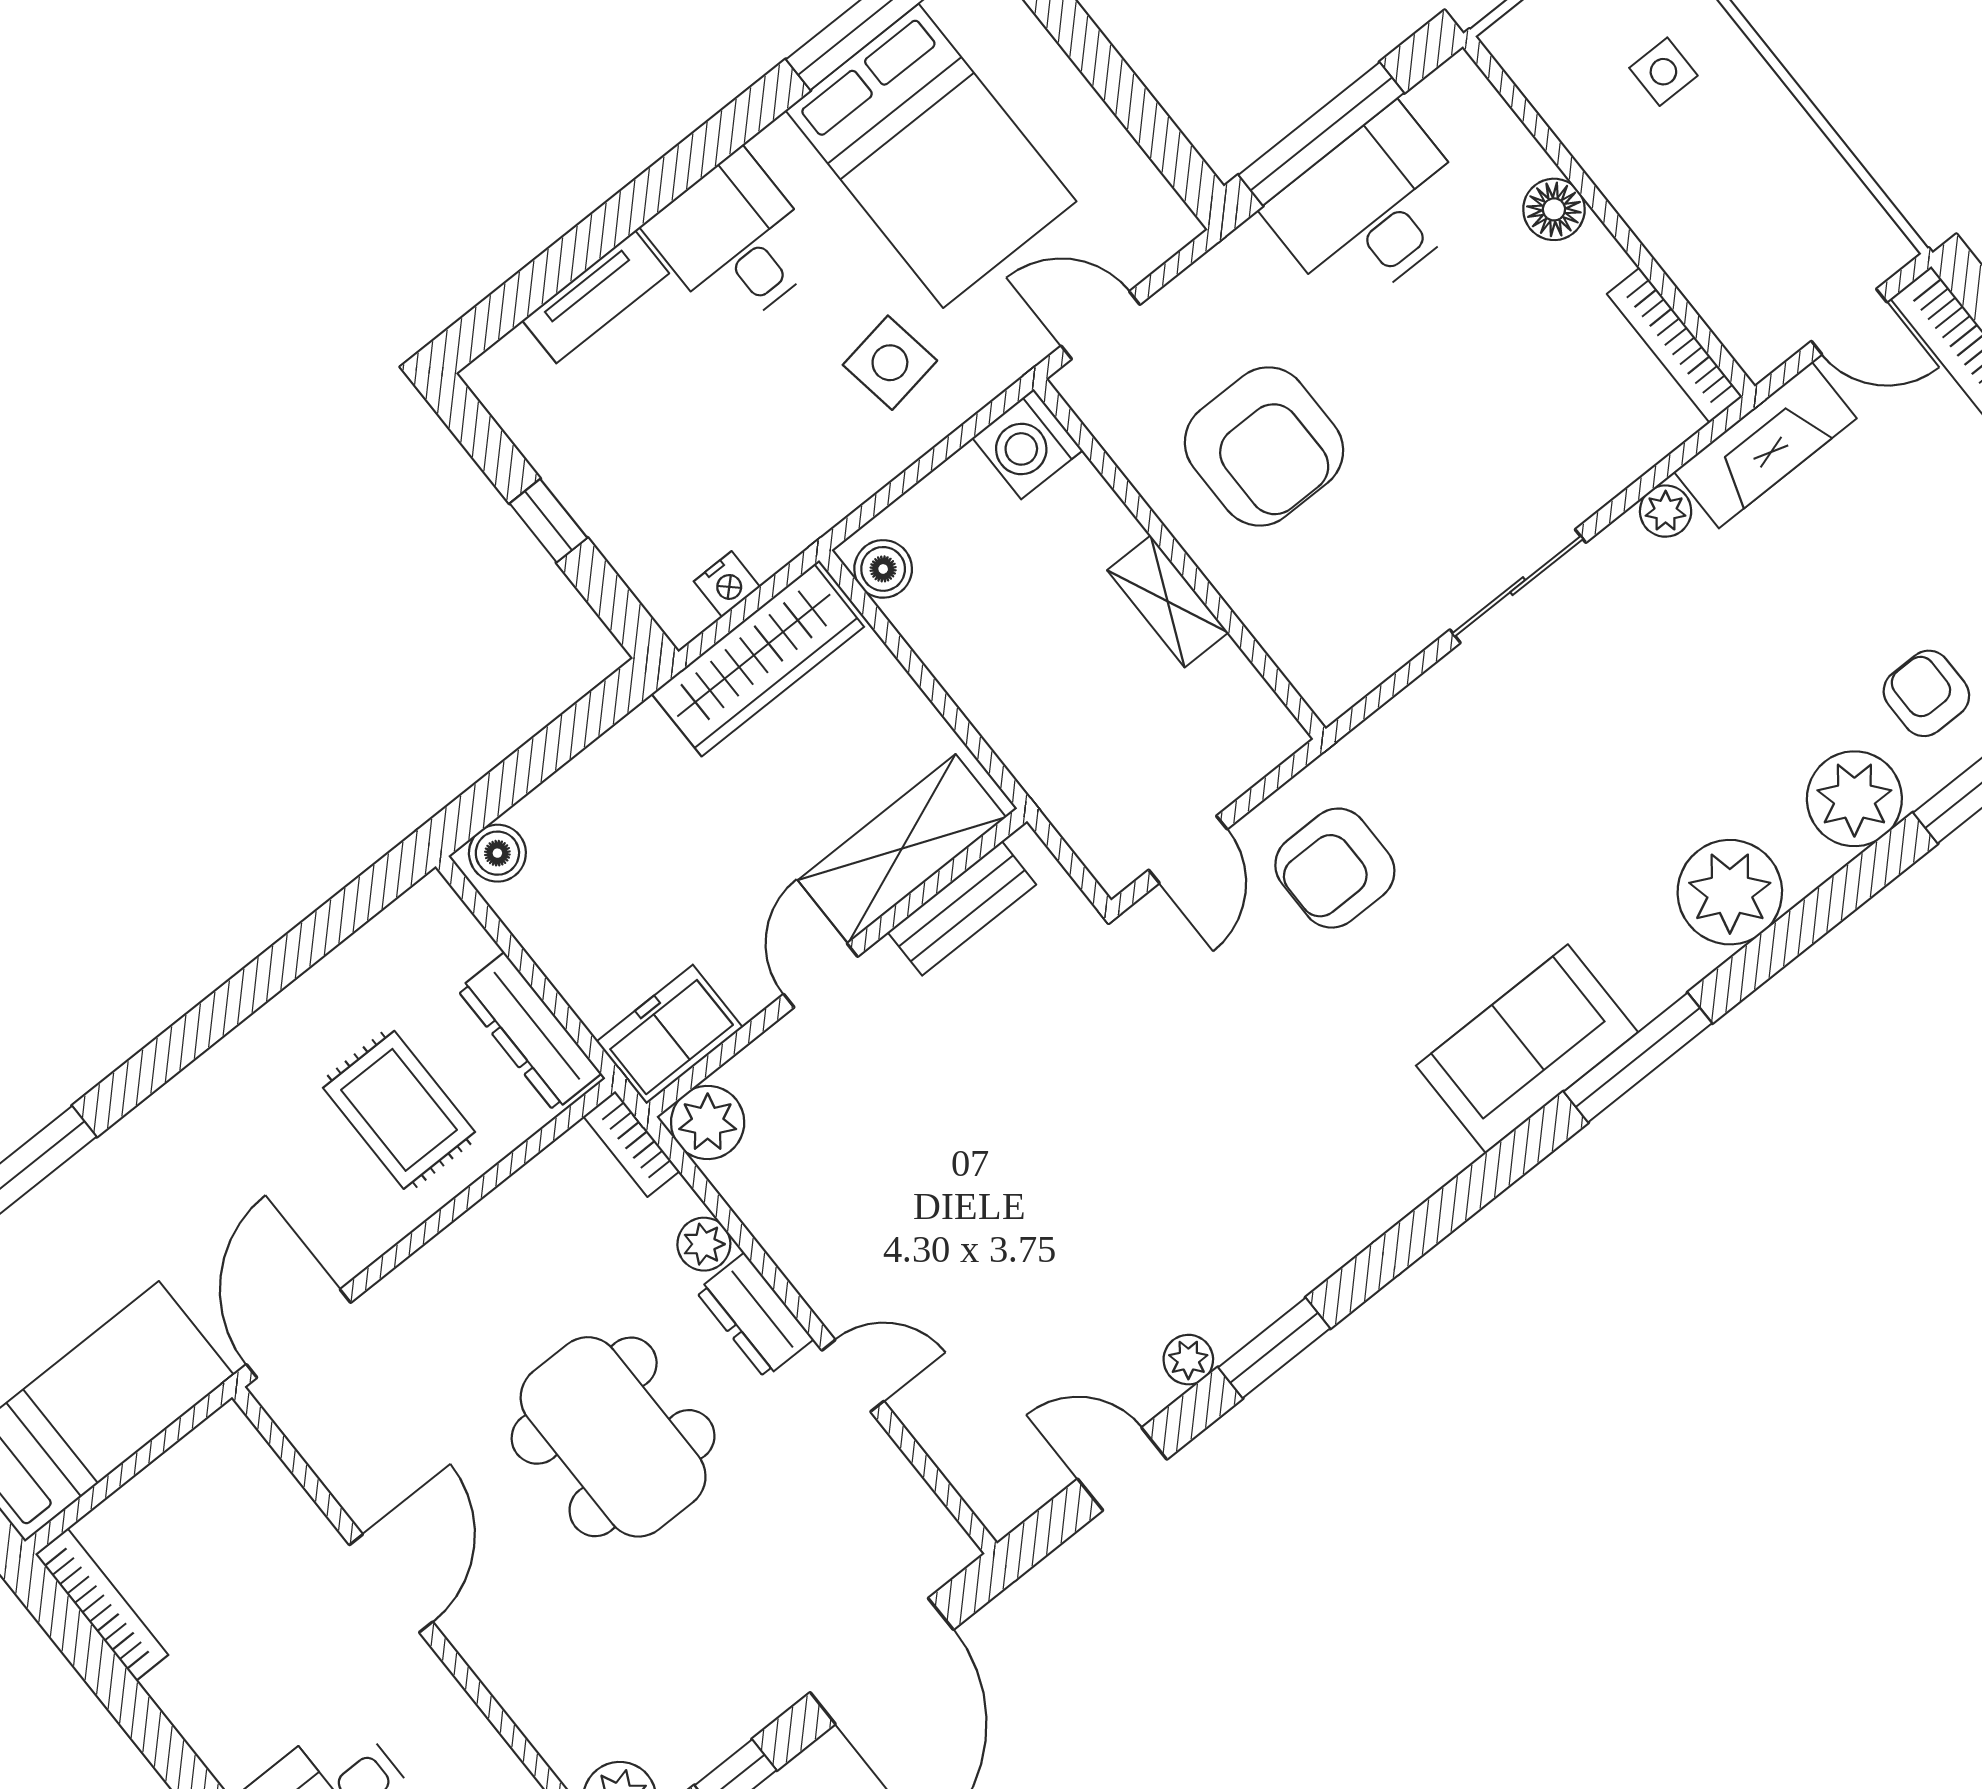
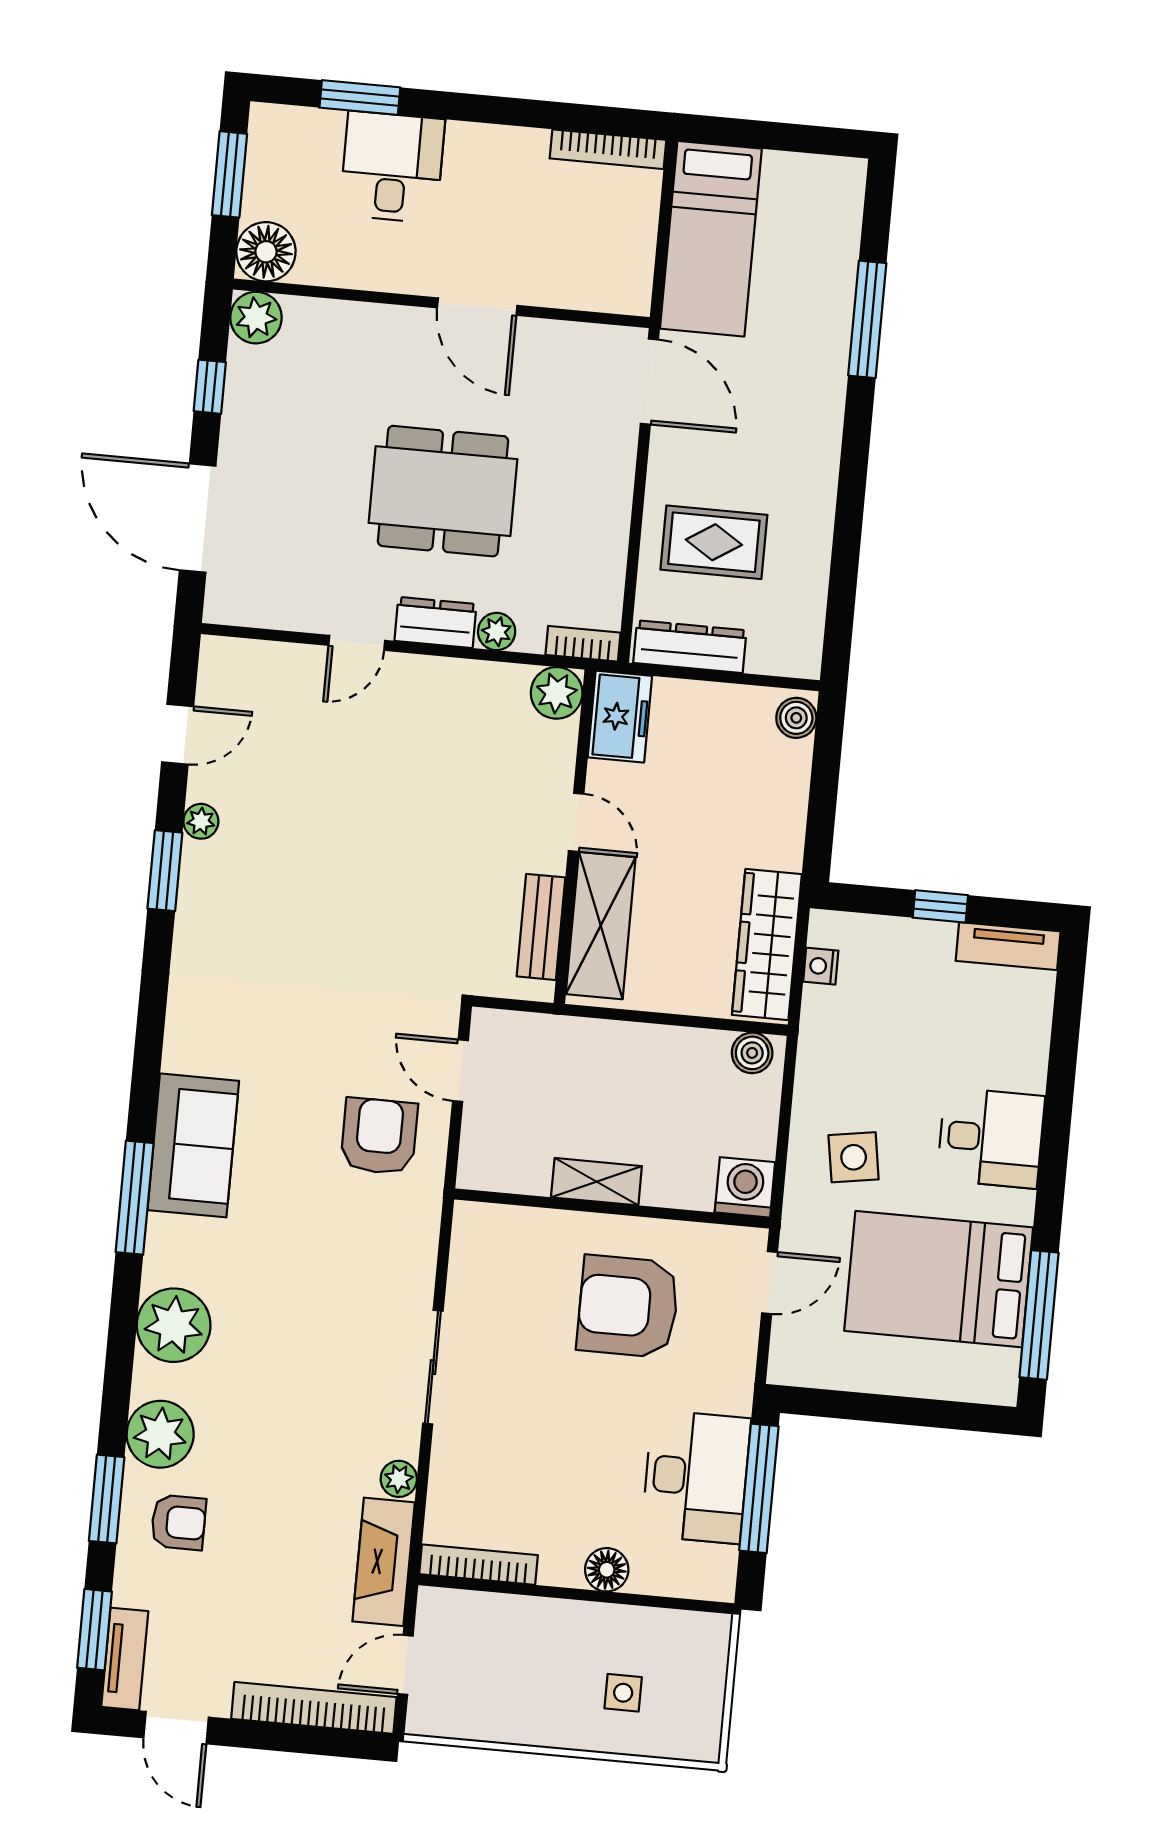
tv unit: (596, 297) -> (1008, 946), moved, turned -90

